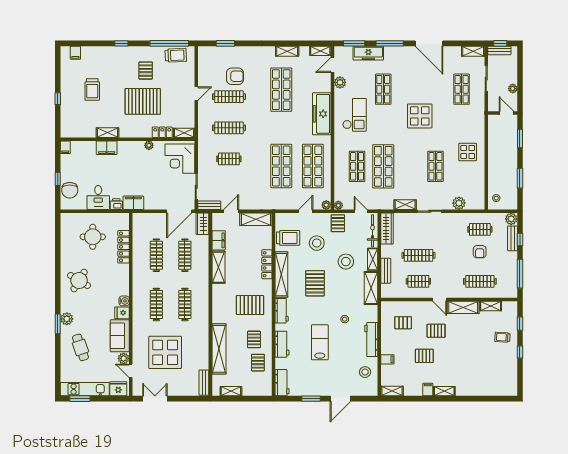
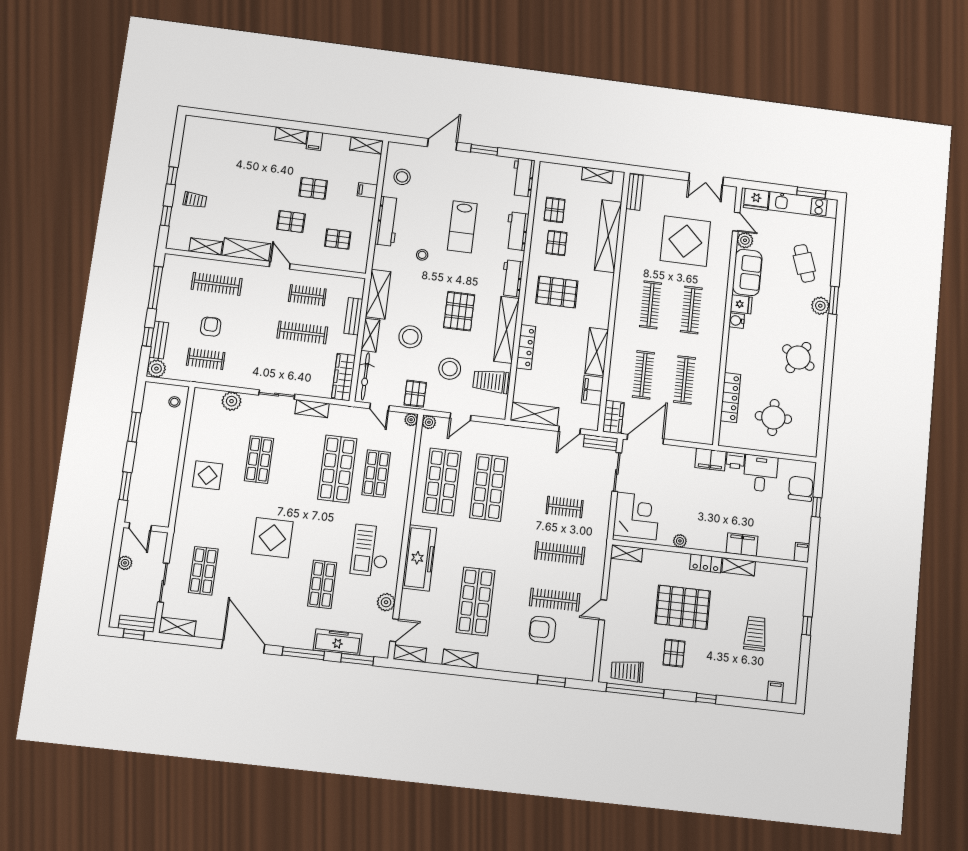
locker: (162, 132) -> (706, 563), moved

